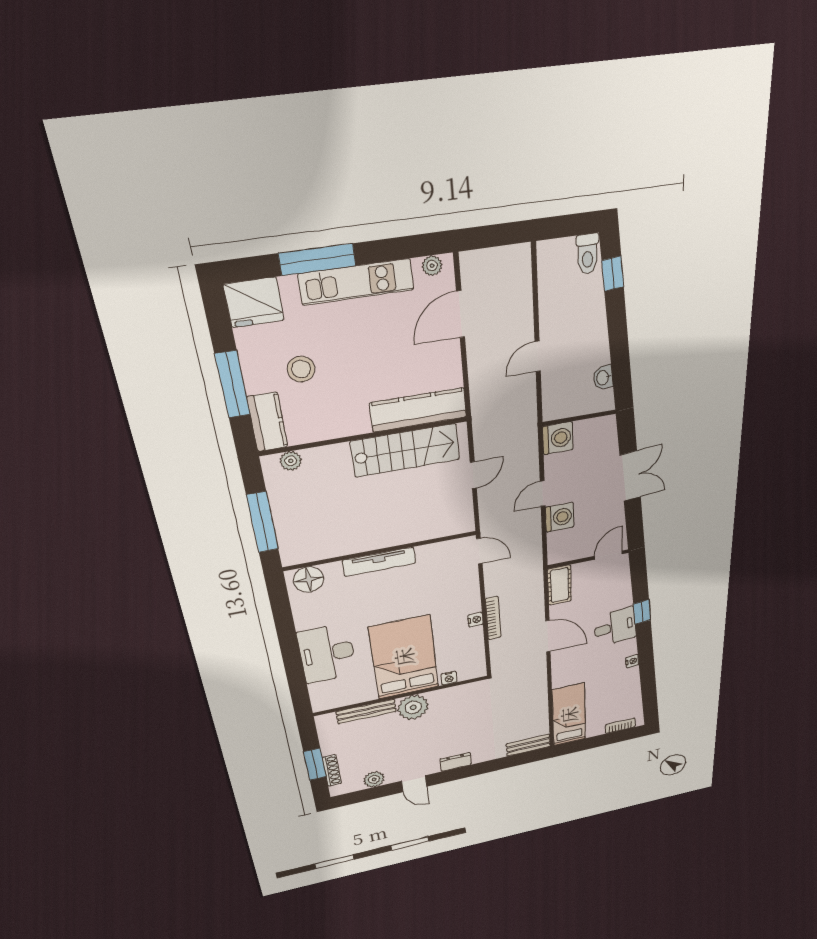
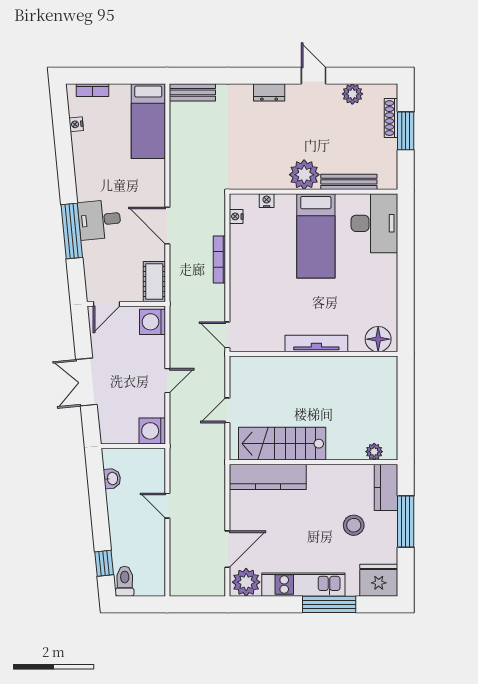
plant: (432, 266) -> (246, 582), width x1.88, depth x1.88
door: (538, 356) -> (167, 506), swing flipped
washing machine: (560, 517) -> (153, 322), moved
window: (262, 522) -> (406, 402), removed
window: (642, 612) -> (72, 231), width x2.17
nightstand: (475, 620) -> (236, 216), moved
desk: (327, 654) -> (374, 223), moved
bed: (404, 657) -> (316, 236), width x0.67
nightstand: (632, 661) -> (76, 124), moved

